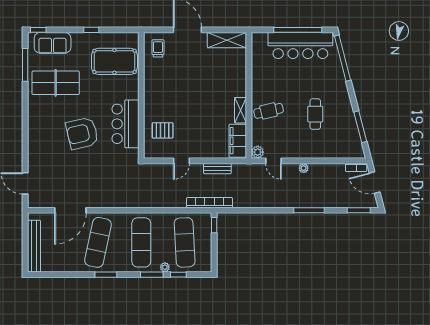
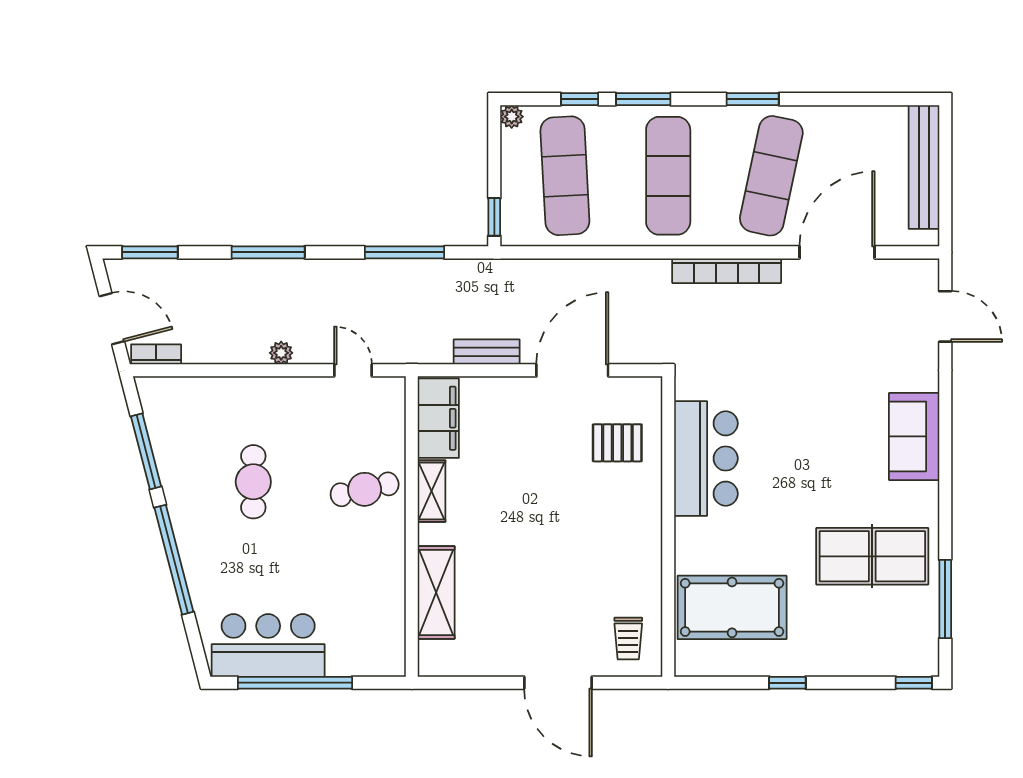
shelving: (227, 40) -> (436, 592), moved, turned 90
sofa: (53, 43) -> (914, 436), moved, turned -90
bar counter: (300, 45) -> (268, 645), width x0.73
window: (343, 58) -> (174, 560), moved
armchair: (82, 133) -> (809, 436), removed
plant: (258, 152) -> (391, 391), removed
door: (181, 161) -> (572, 370), width x1.88
bookcase: (209, 203) -> (727, 271), moved
window: (252, 210) -> (404, 252), added
plant: (165, 267) -> (512, 117), moved

